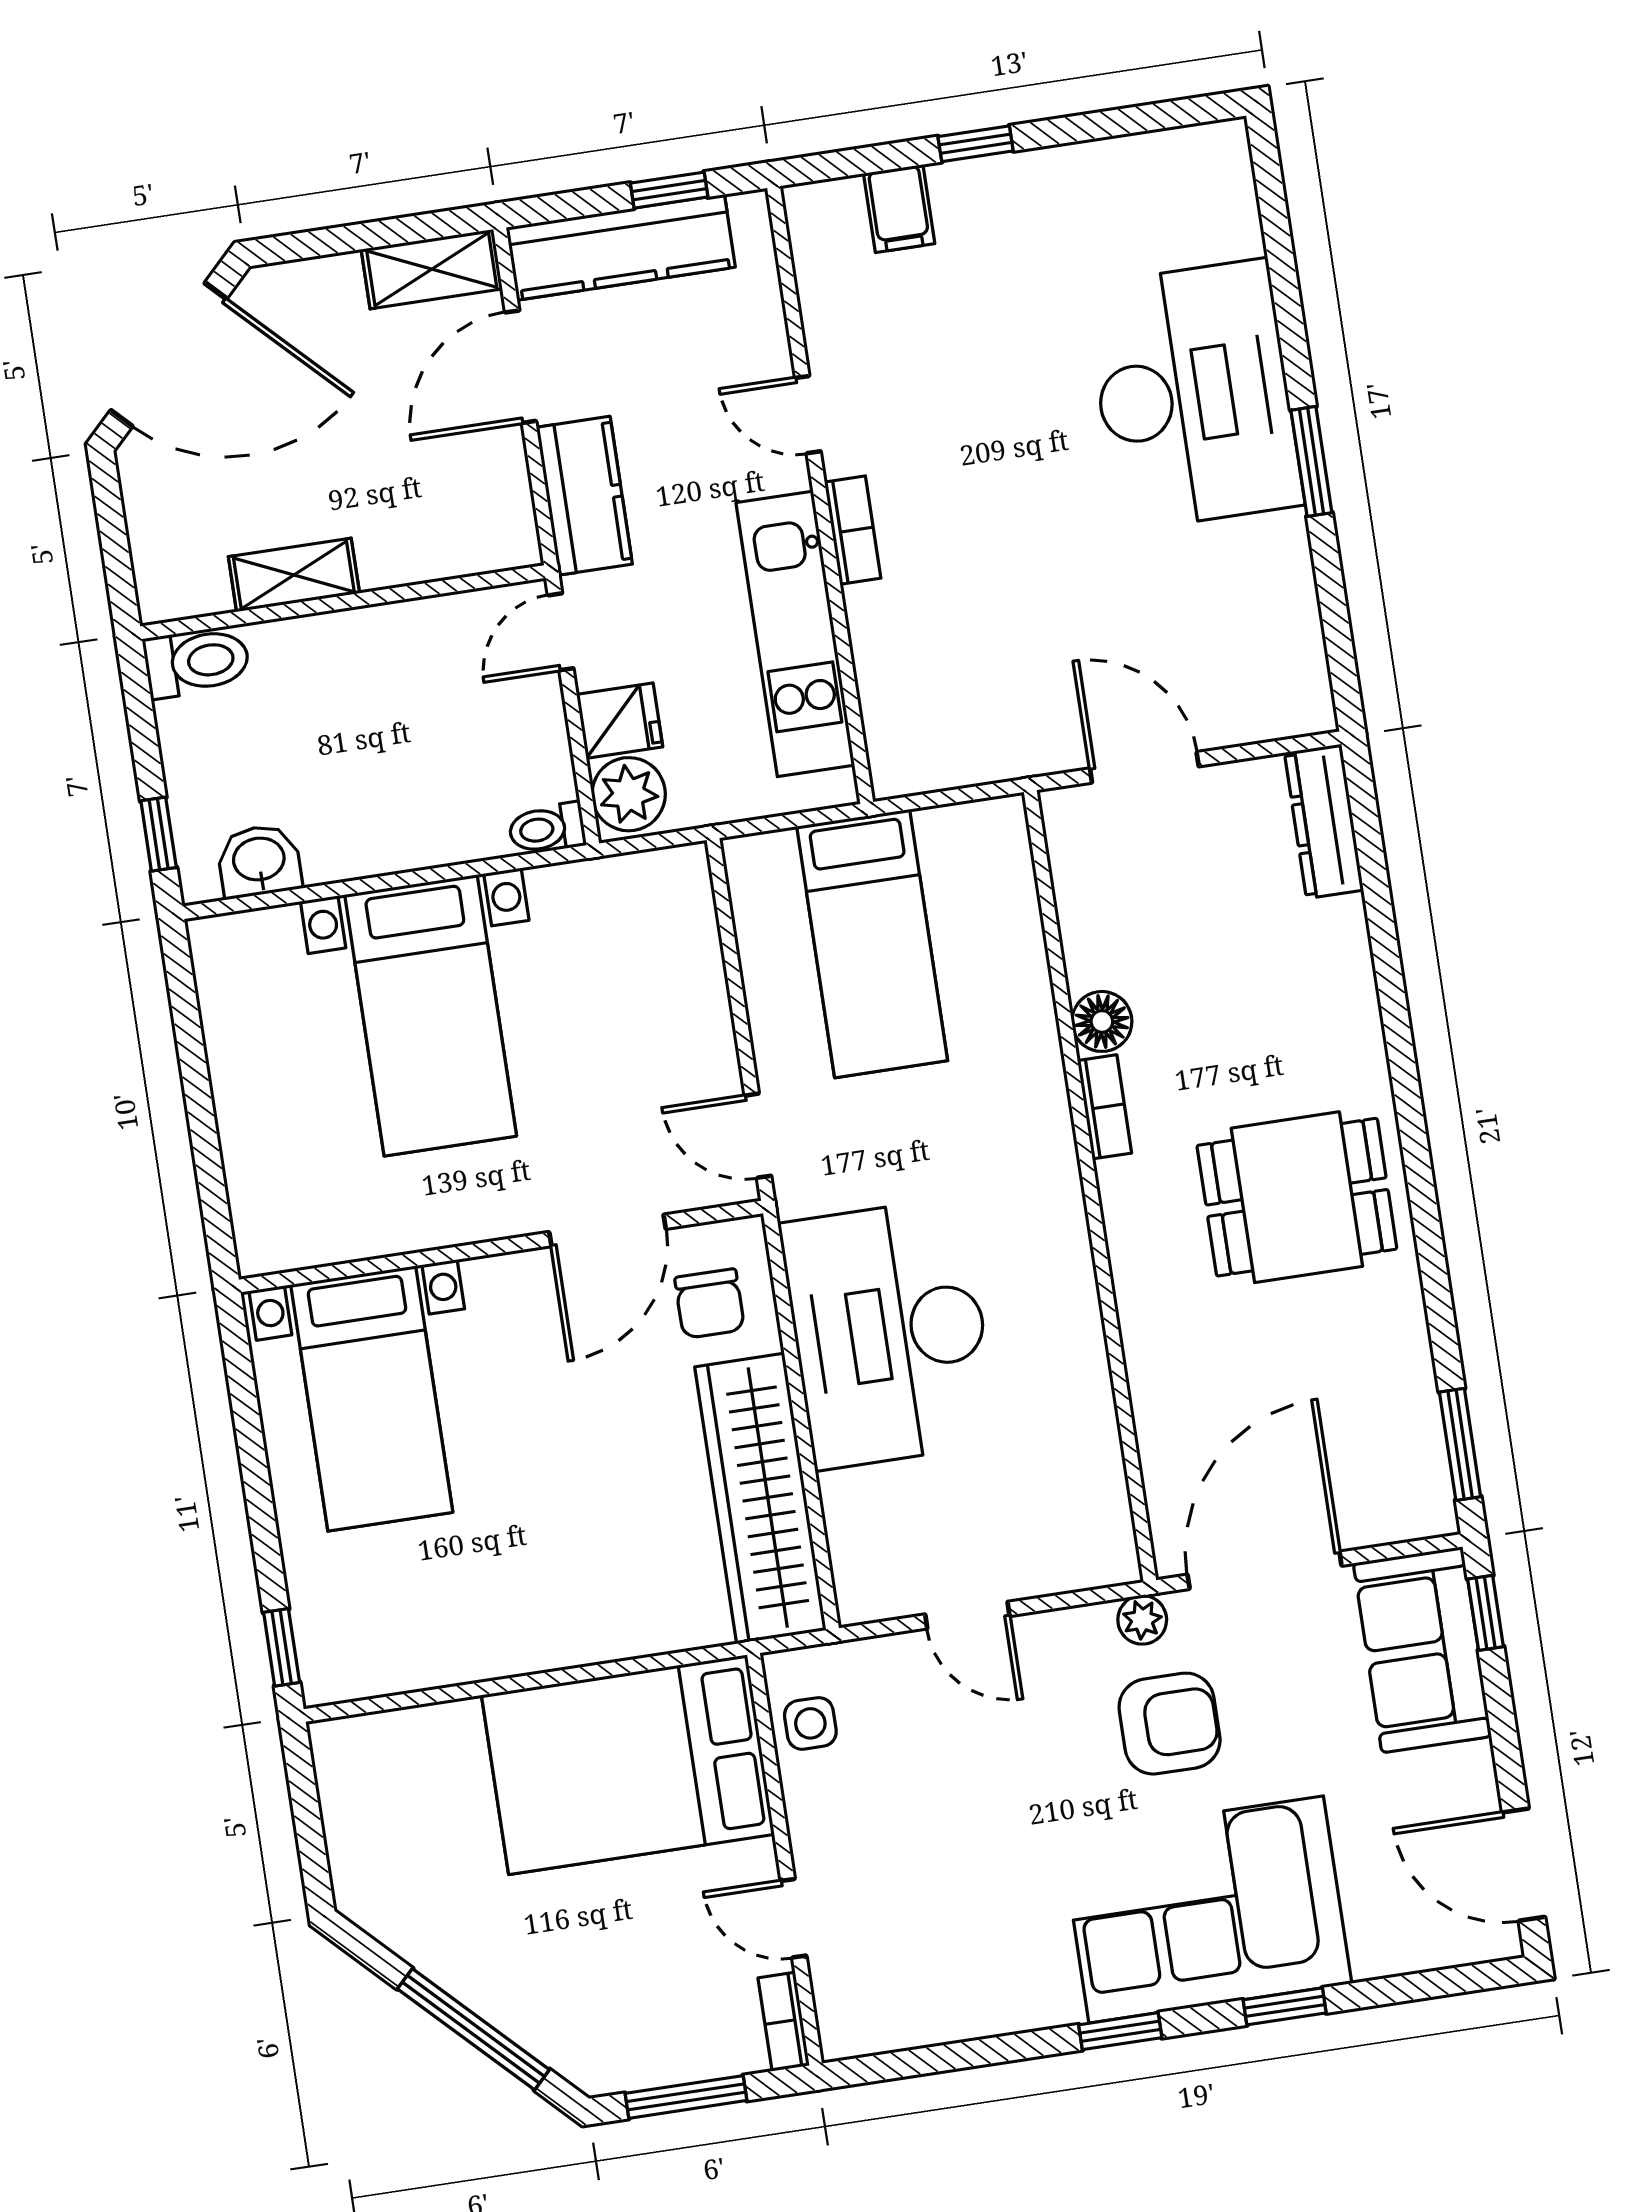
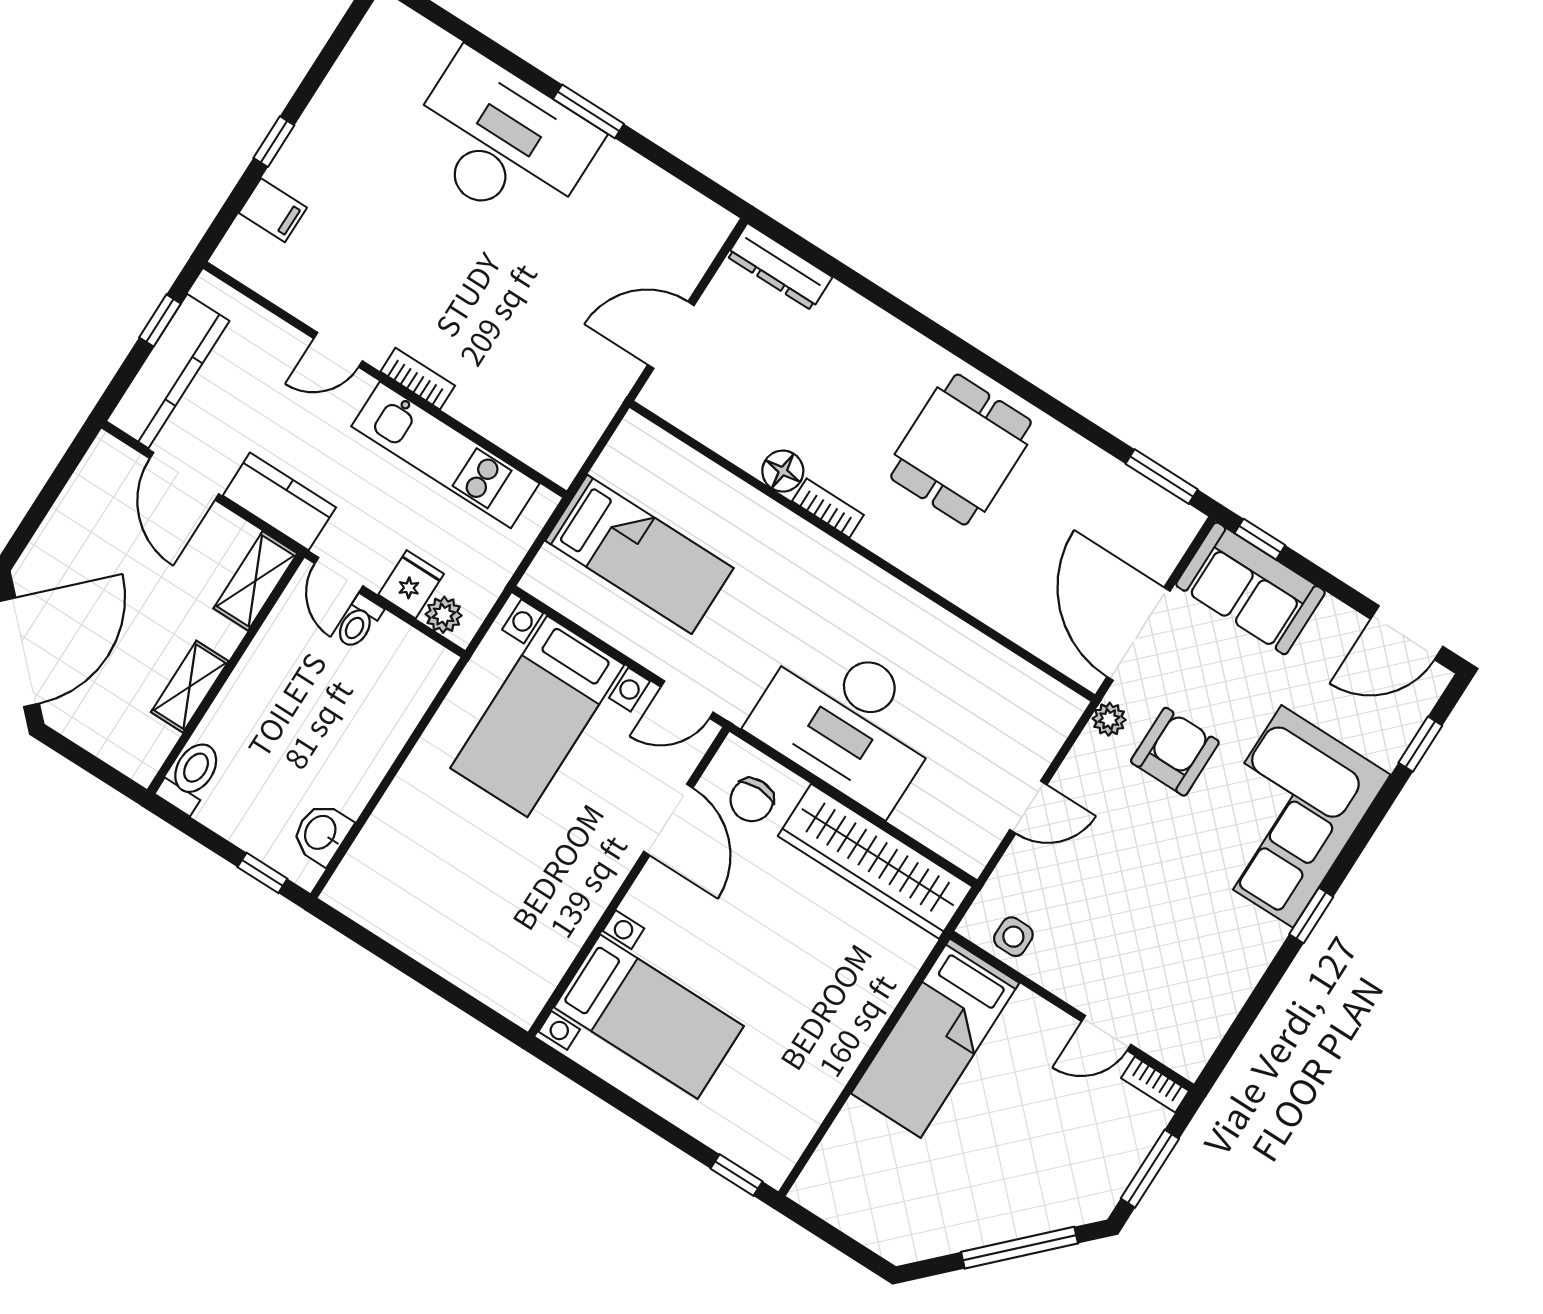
shelving: (432, 269) -> (255, 581), moved
plant: (629, 794) -> (444, 615), width x0.73, depth x0.73
toilet: (547, 829) -> (358, 622), moved
bed with nightstands: (431, 1015) -> (537, 716), moved, turned 90
chair: (710, 1304) -> (752, 800), turned 90
bed: (628, 1765) -> (935, 1038), width x0.67
window: (1285, 2006) -> (1420, 744), moved

